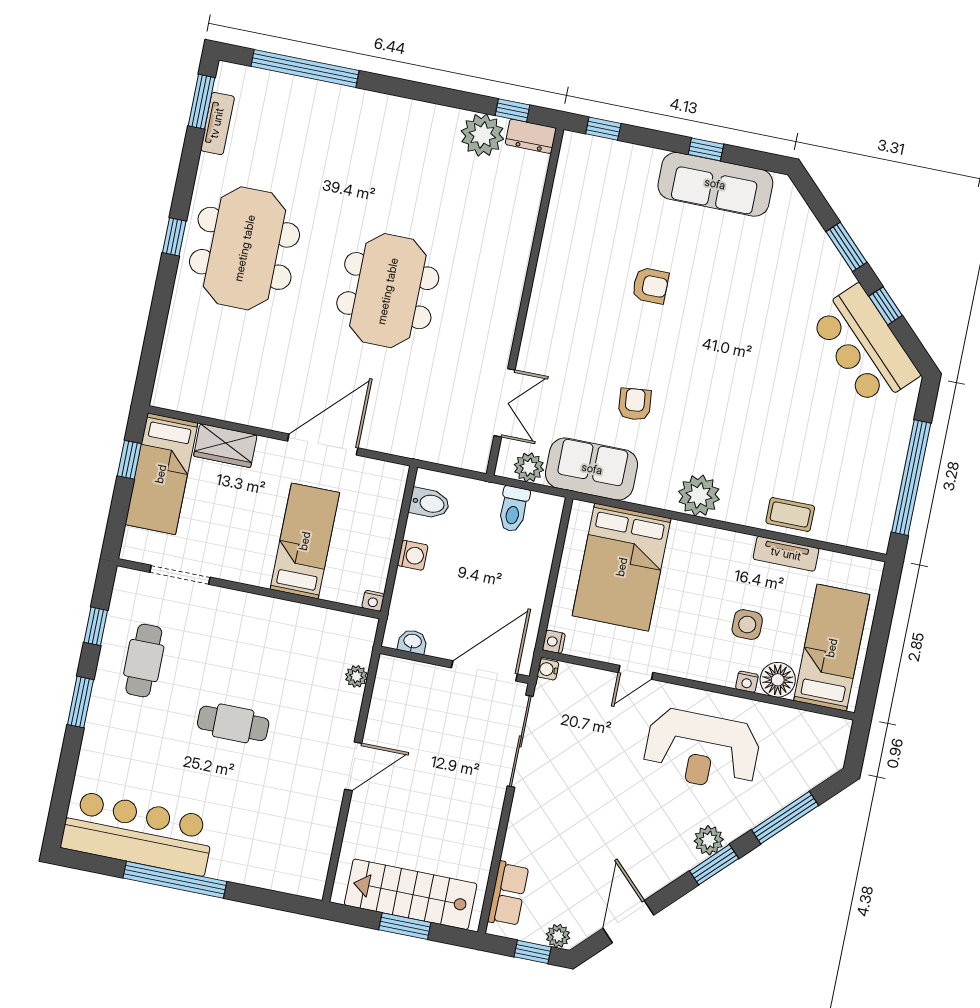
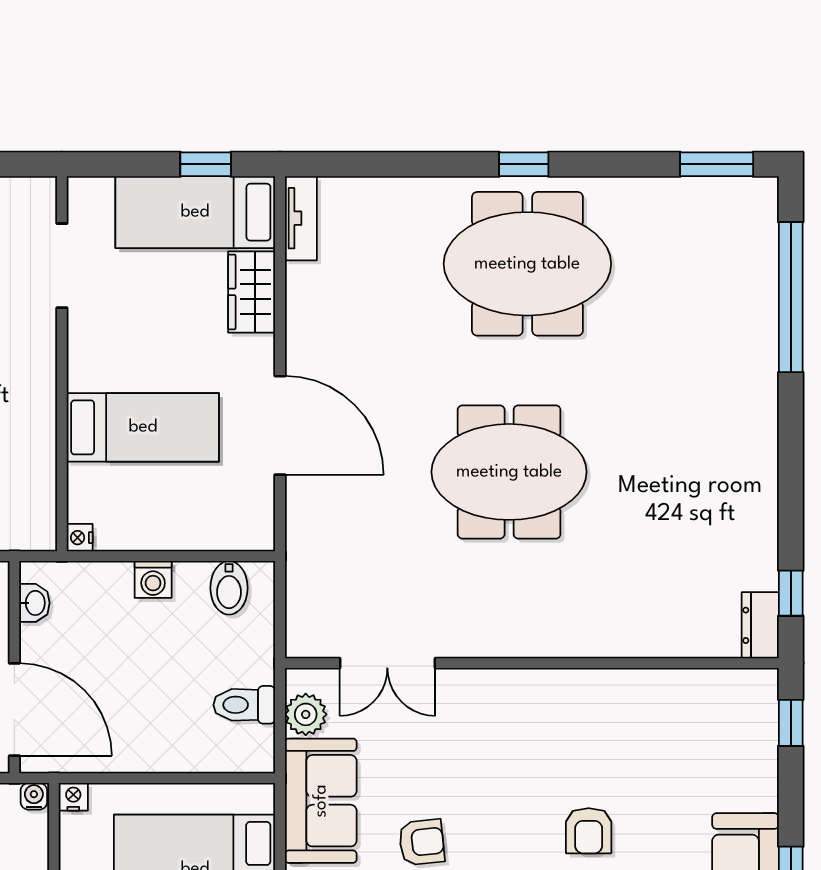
tv unit: (217, 123) -> (301, 218), moved, turned -90
plant: (482, 135) -> (749, 559), removed

